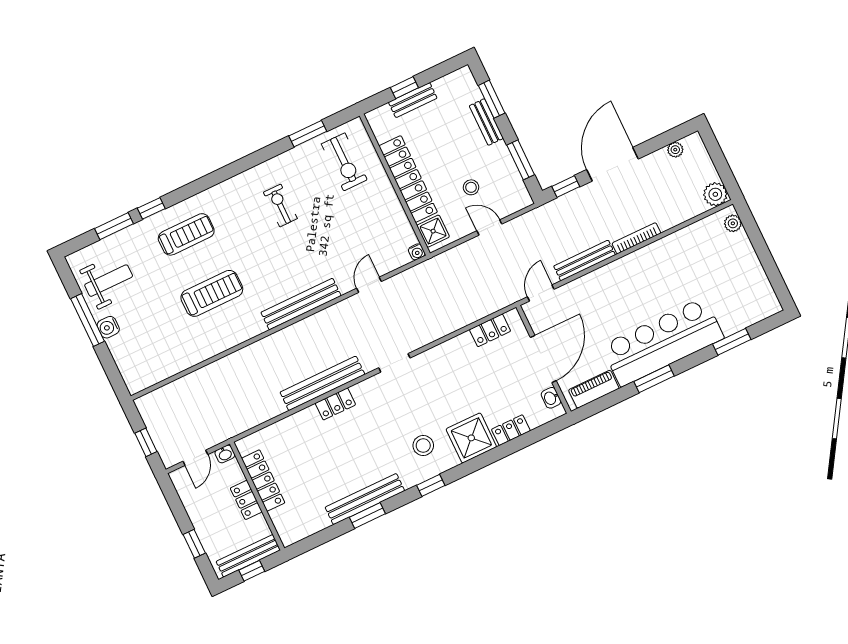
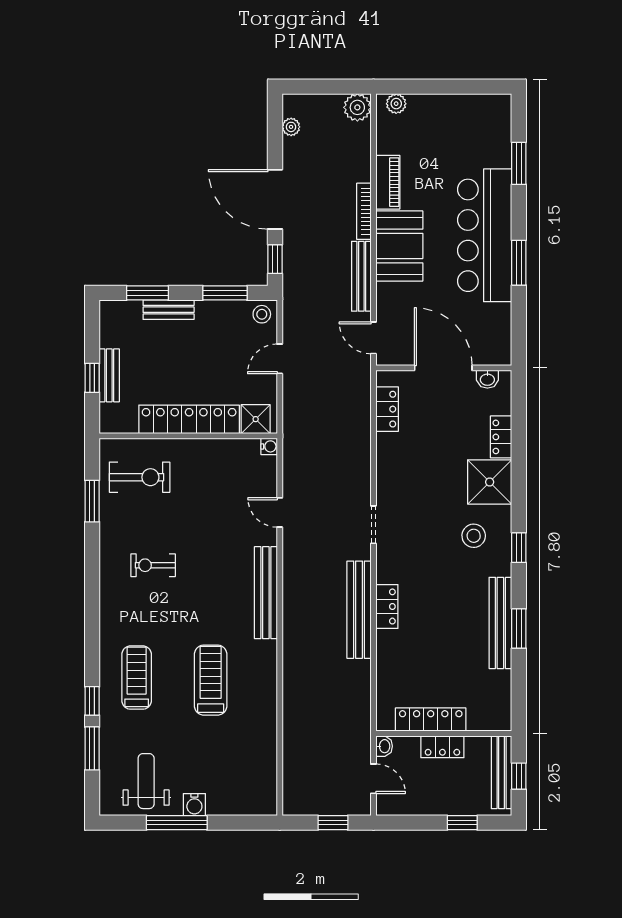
stool: (471, 187) -> (262, 314), moved
booth: (622, 279) -> (399, 246), added
piano: (594, 389) -> (388, 182), moved, turned 180

